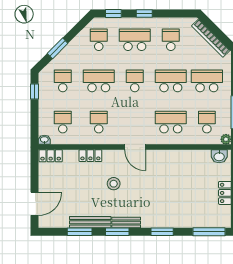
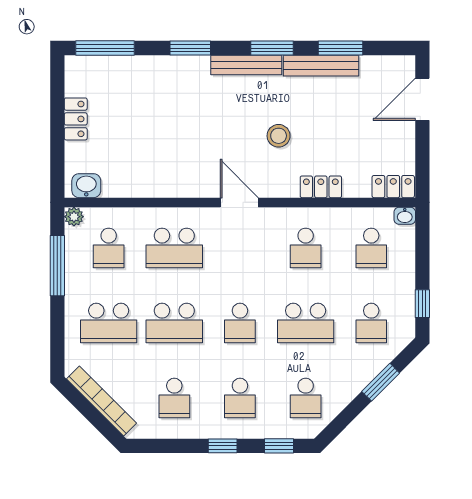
school desk: (135, 40) -> (240, 398), width x0.54
bench: (126, 223) -> (246, 65), width x1.36

